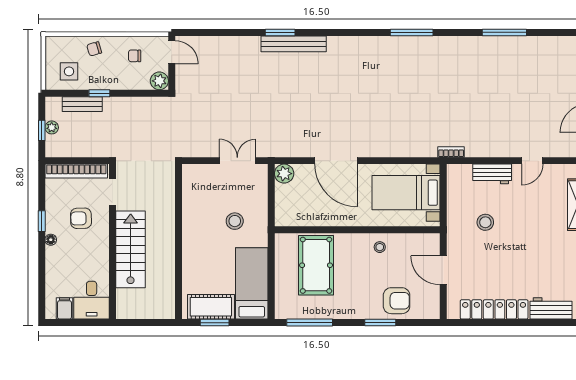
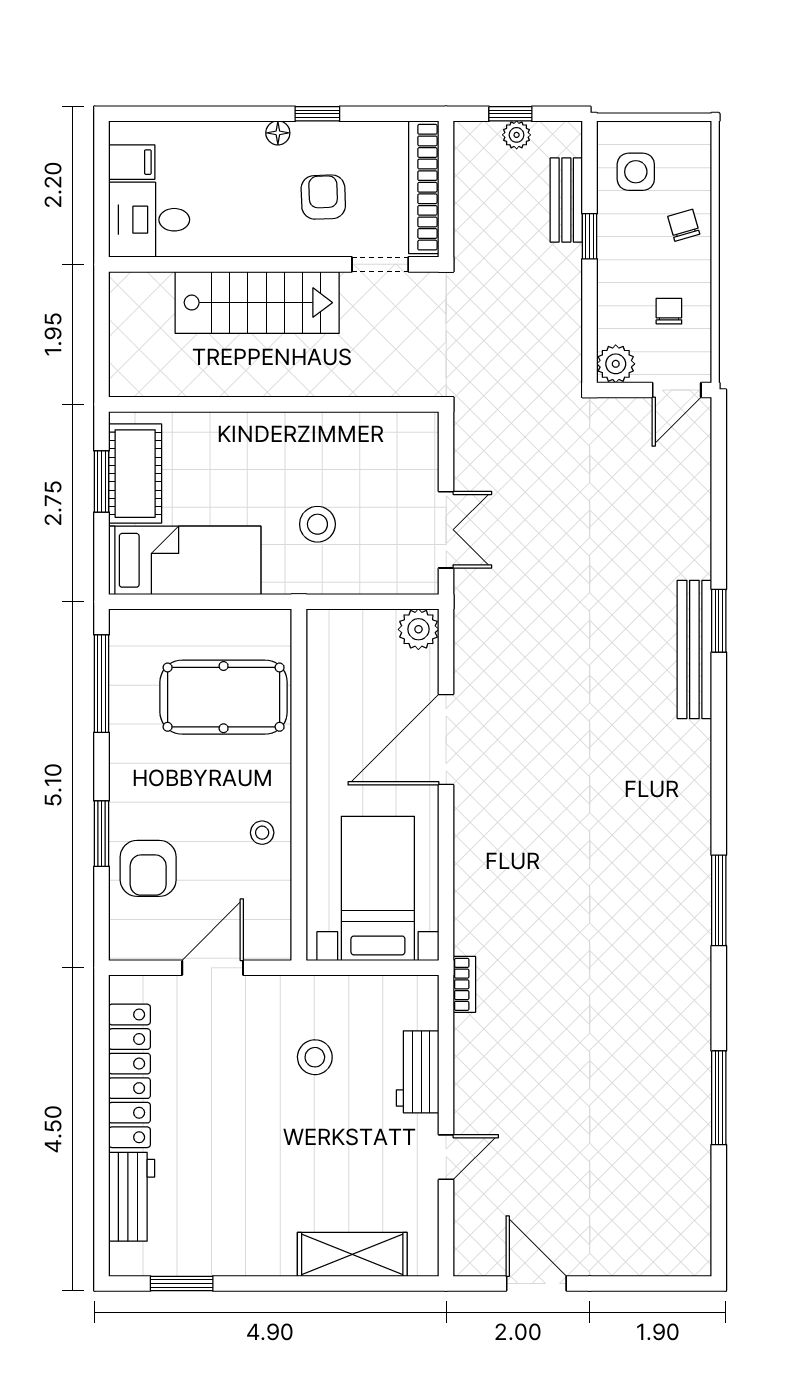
door: (532, 161) -> (446, 1157), swing flipped

